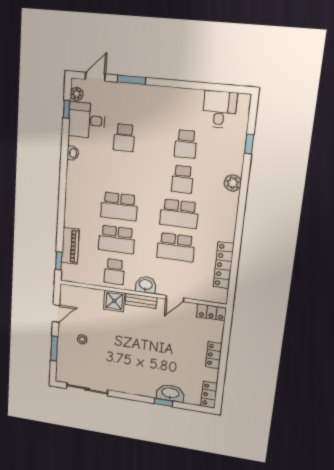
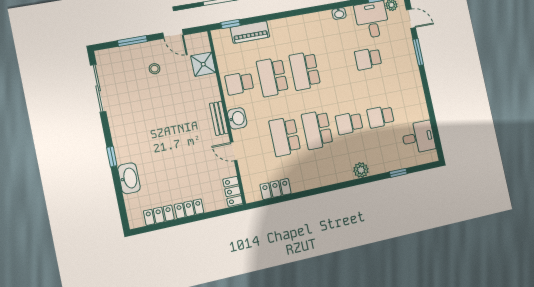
locker: (224, 265) -> (276, 189), width x0.66
shower: (114, 301) -> (203, 64), moved
locker: (209, 395) -> (159, 215), moved
window: (163, 402) -> (112, 157), moved

